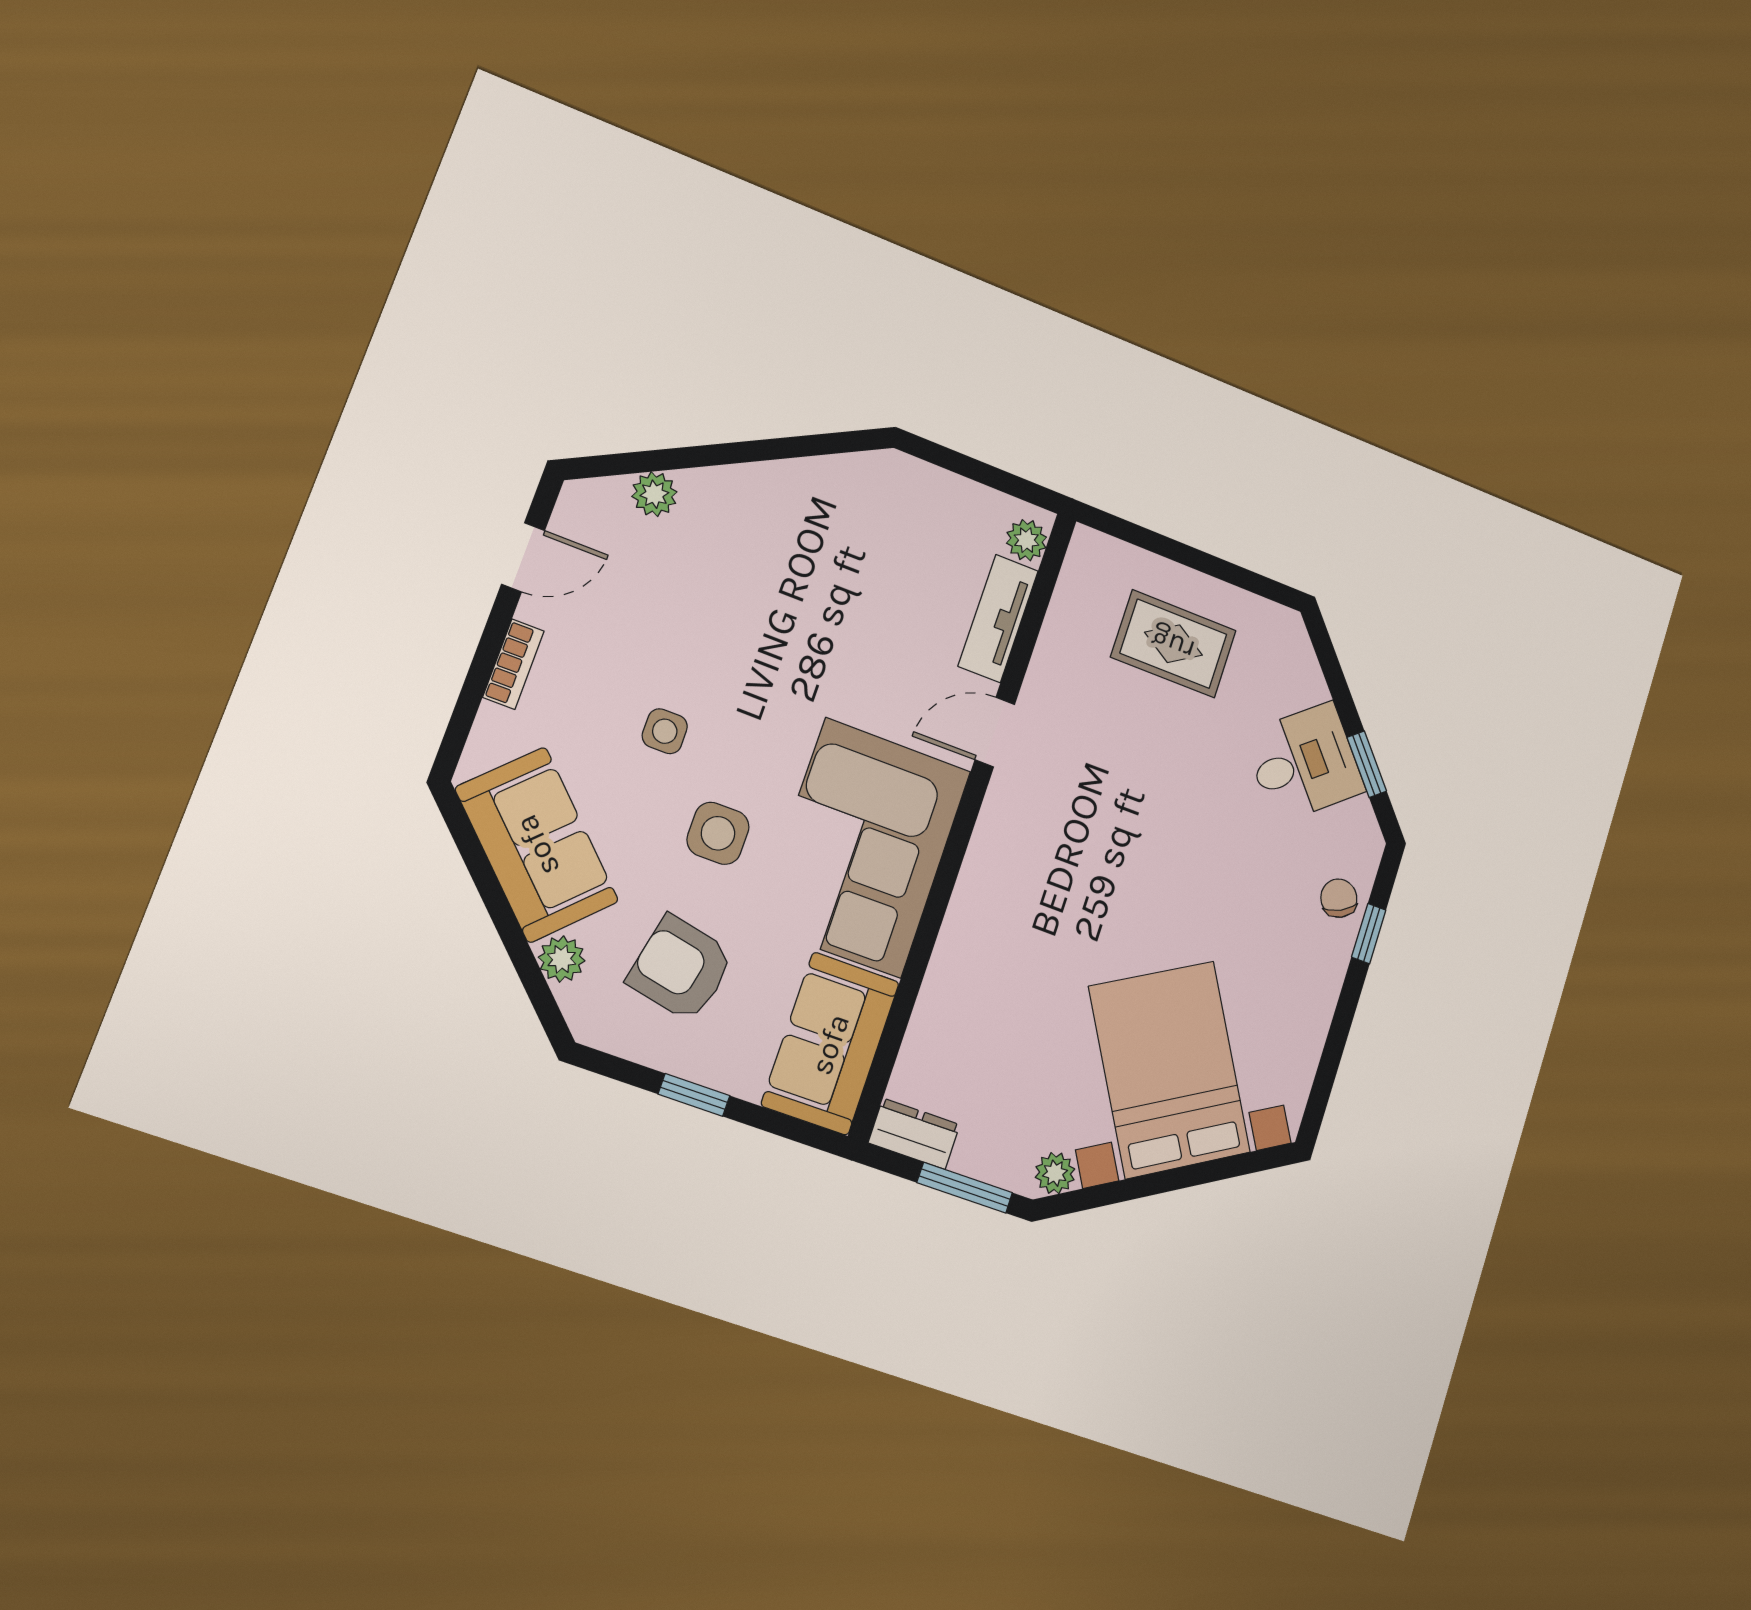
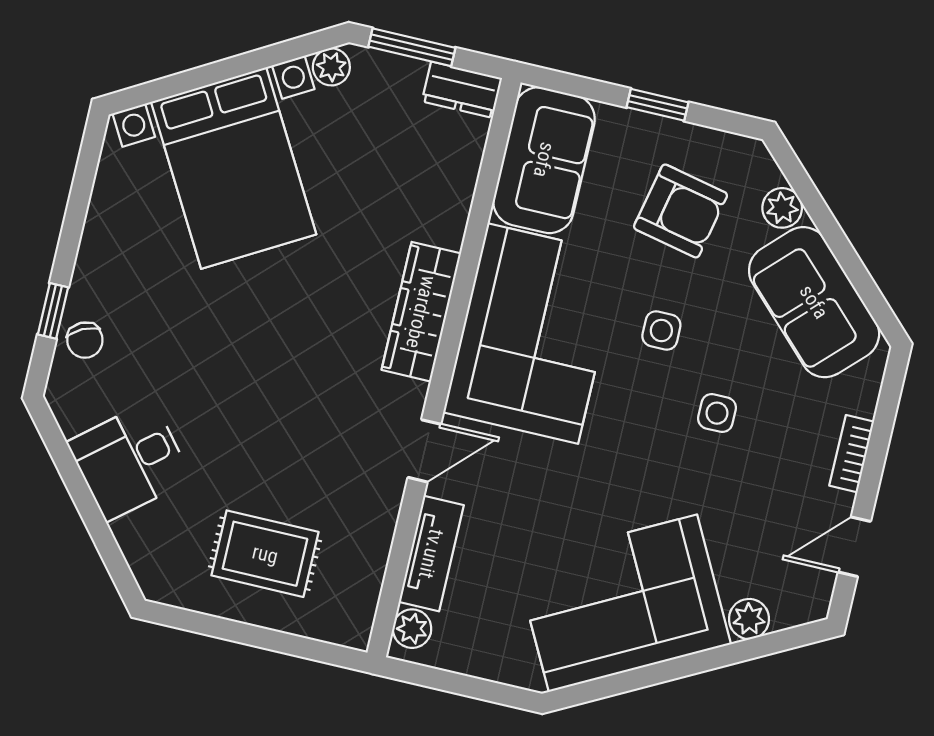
corner sofa: (794, 533) -> (623, 603), added
window: (1367, 764) -> (68, 467), removed
side table: (718, 833) -> (661, 331), width x0.73, depth x0.73
wardrobe: (983, 887) -> (421, 312), added

